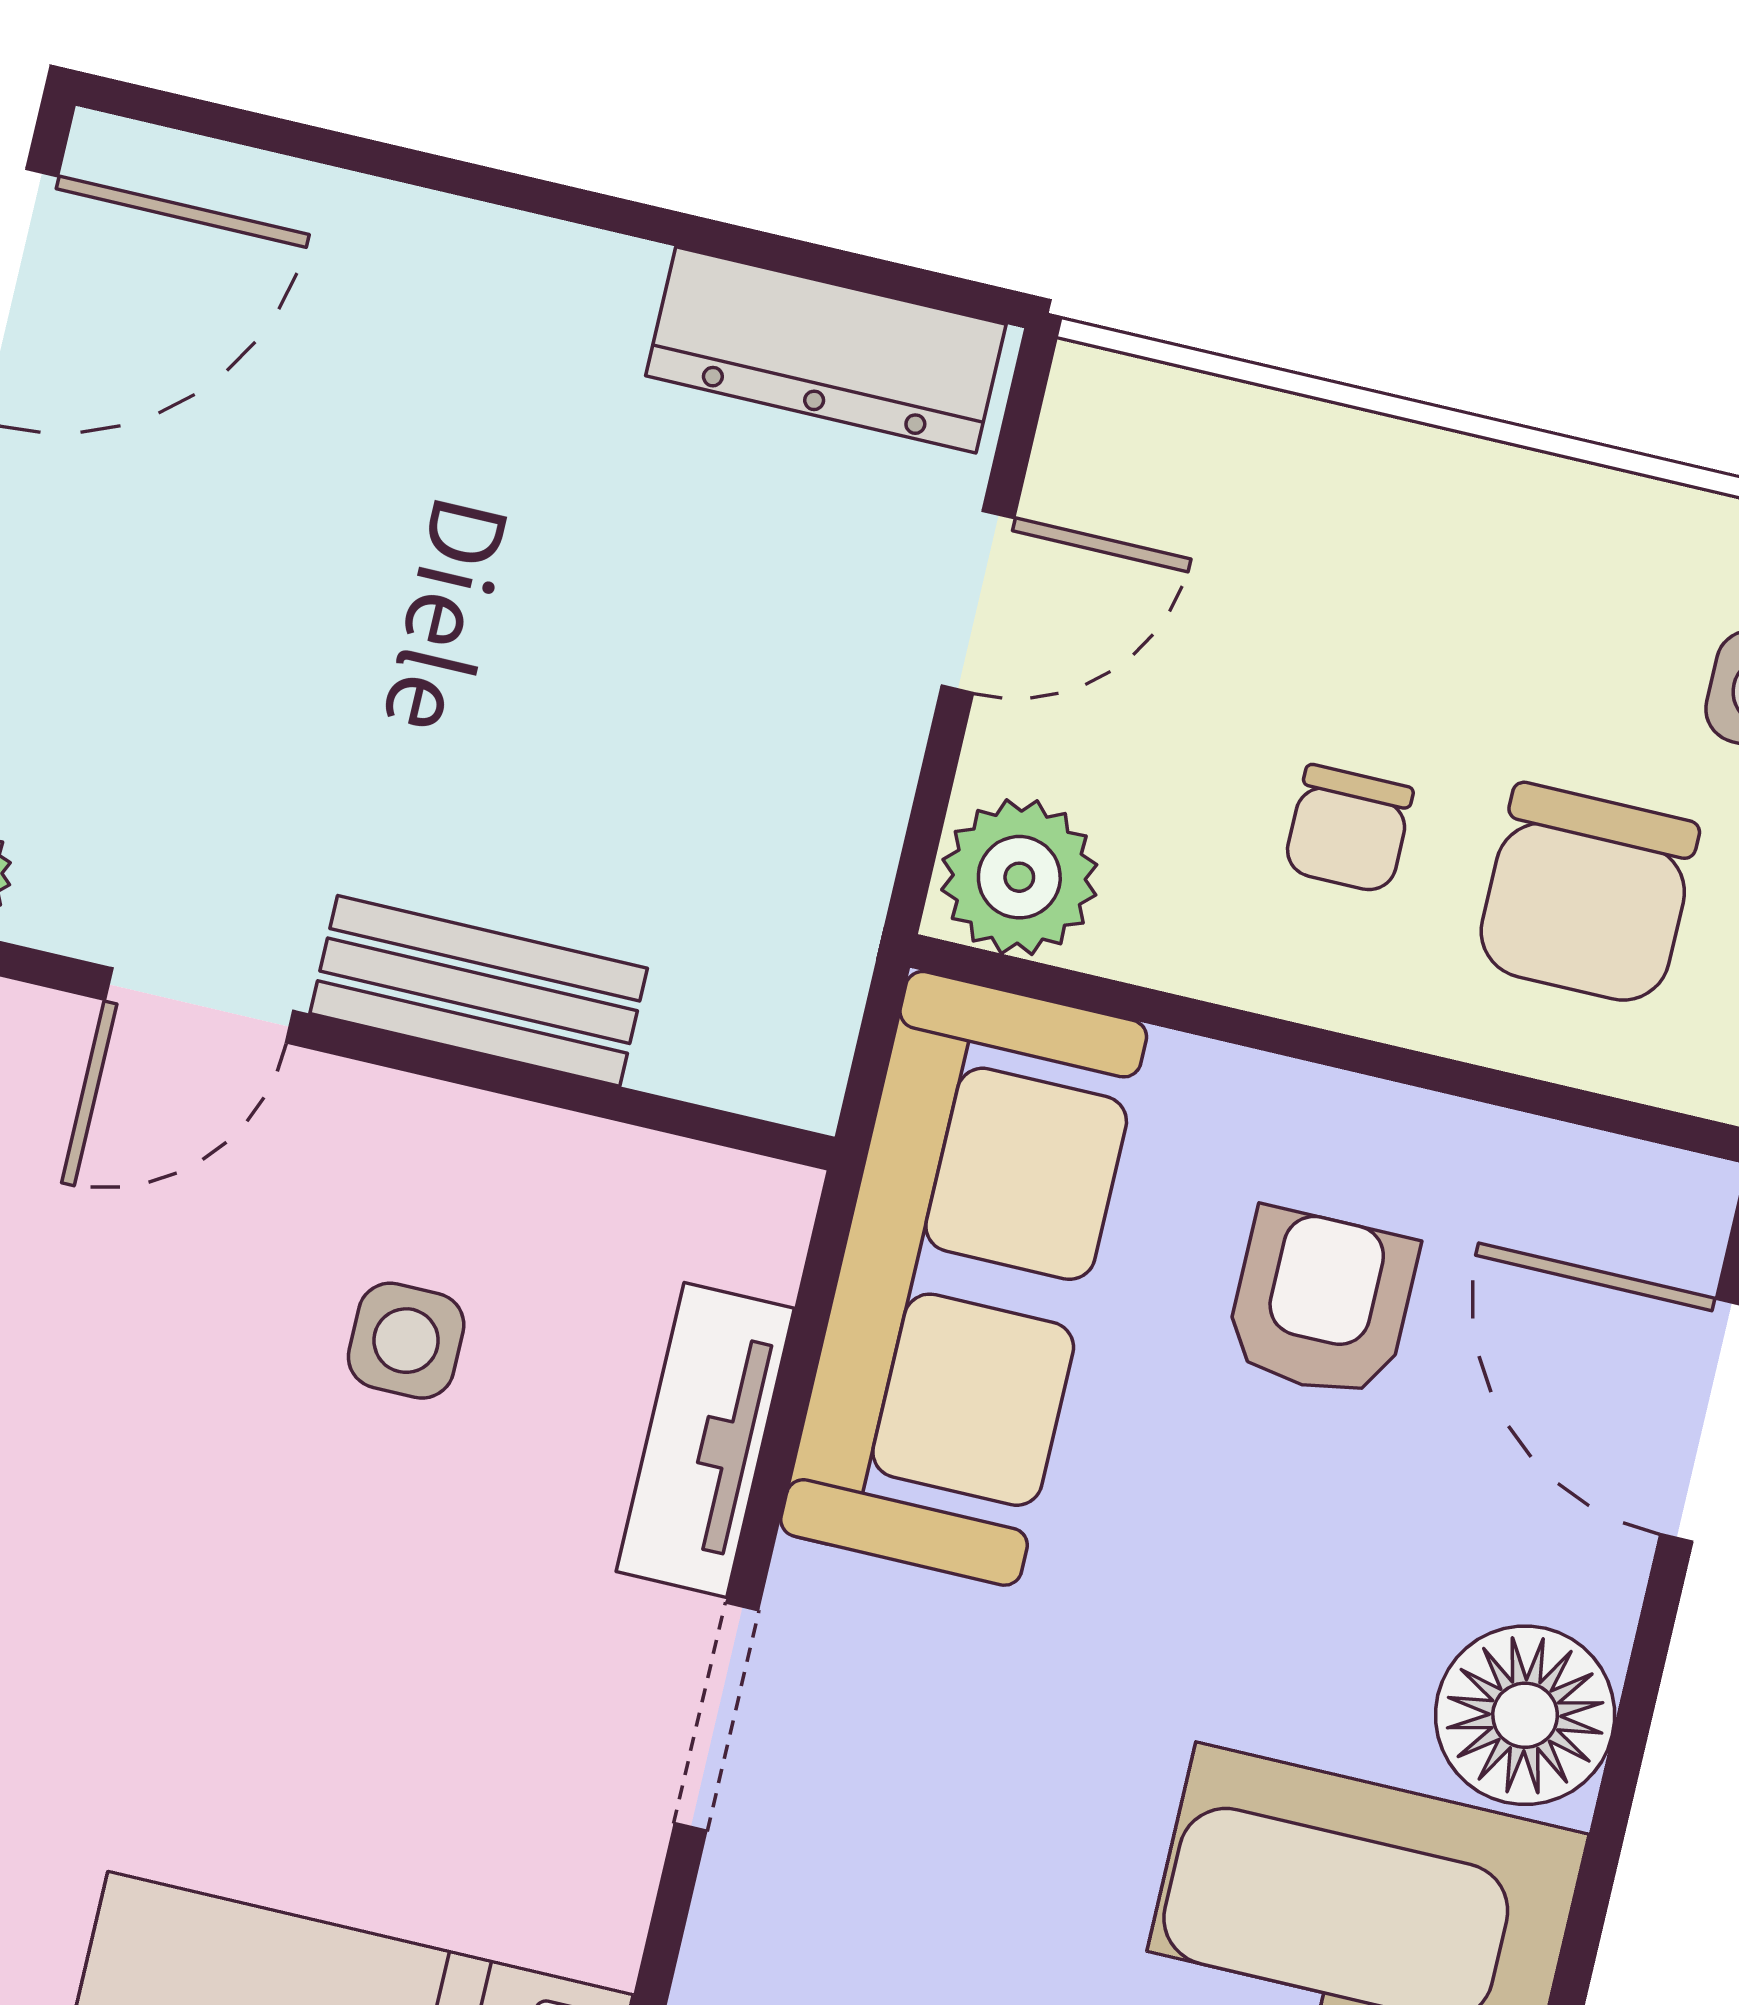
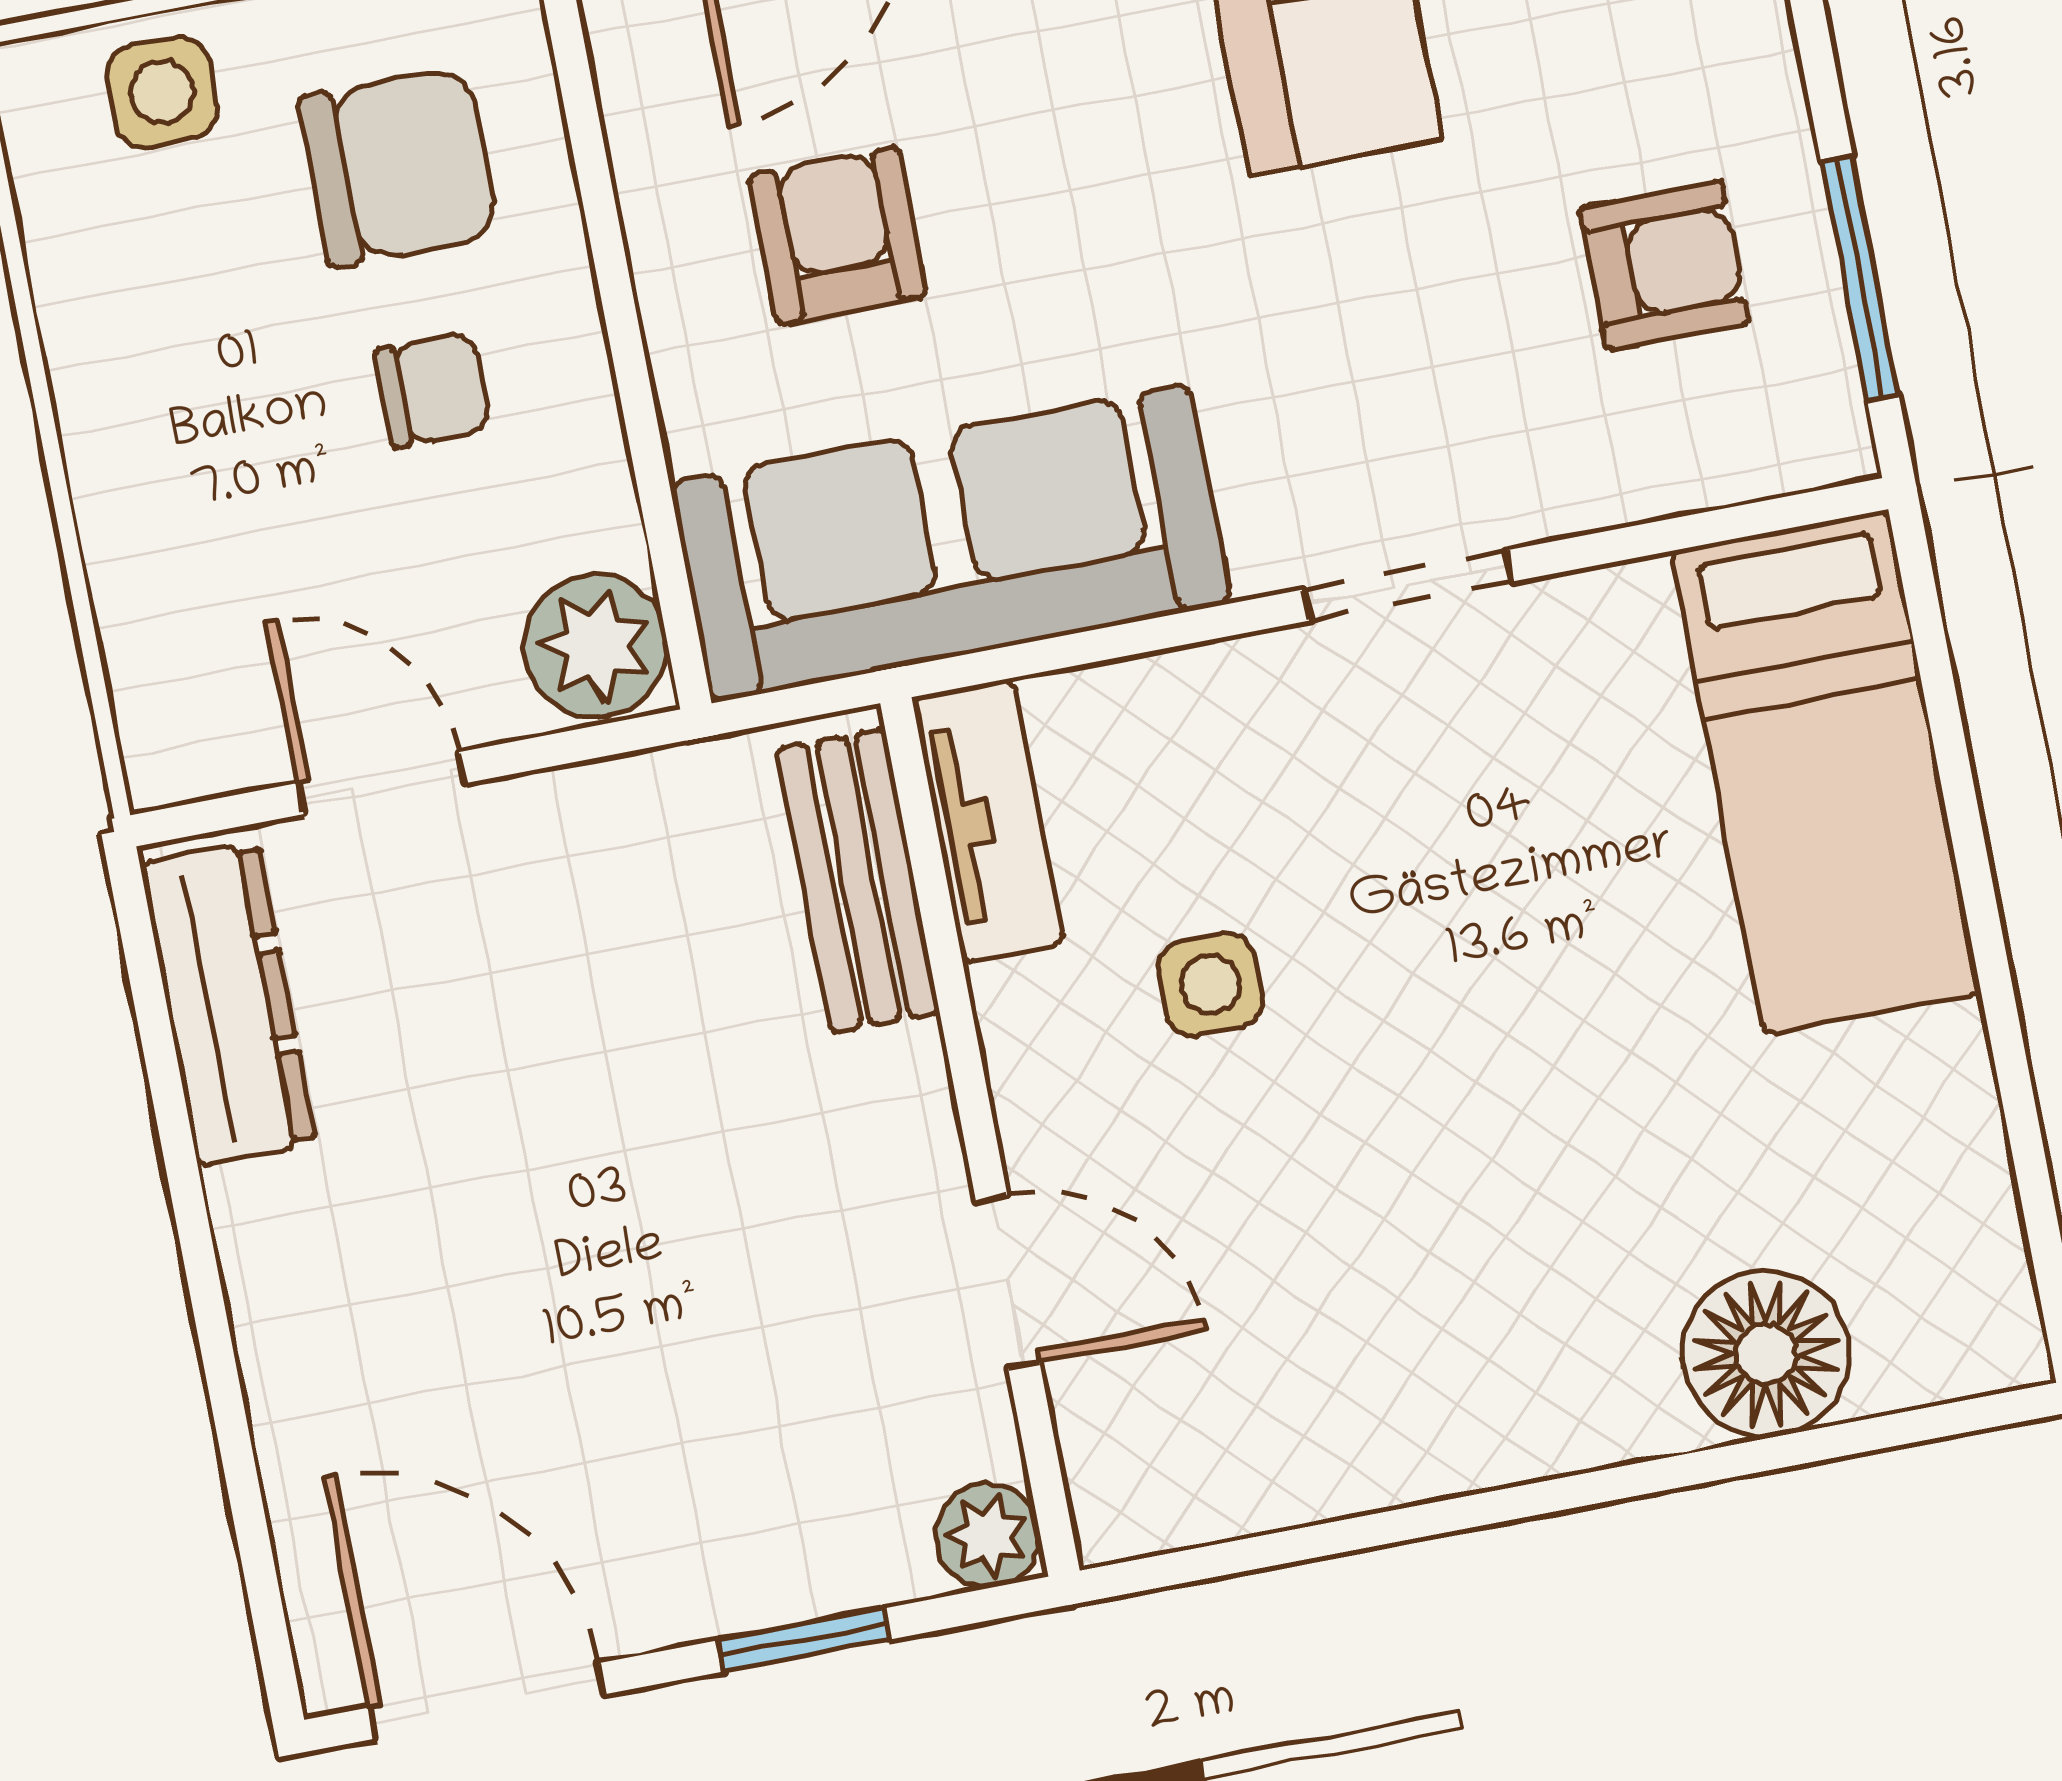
bench: (479, 991) -> (858, 881), moved
armchair: (1321, 1303) -> (838, 235), turned 90
tv unit: (705, 1440) -> (988, 821), moved, turned -90

